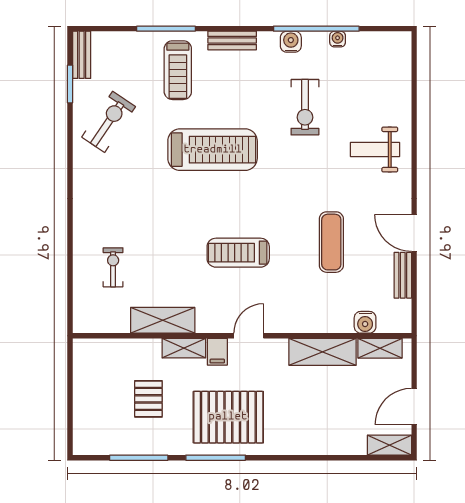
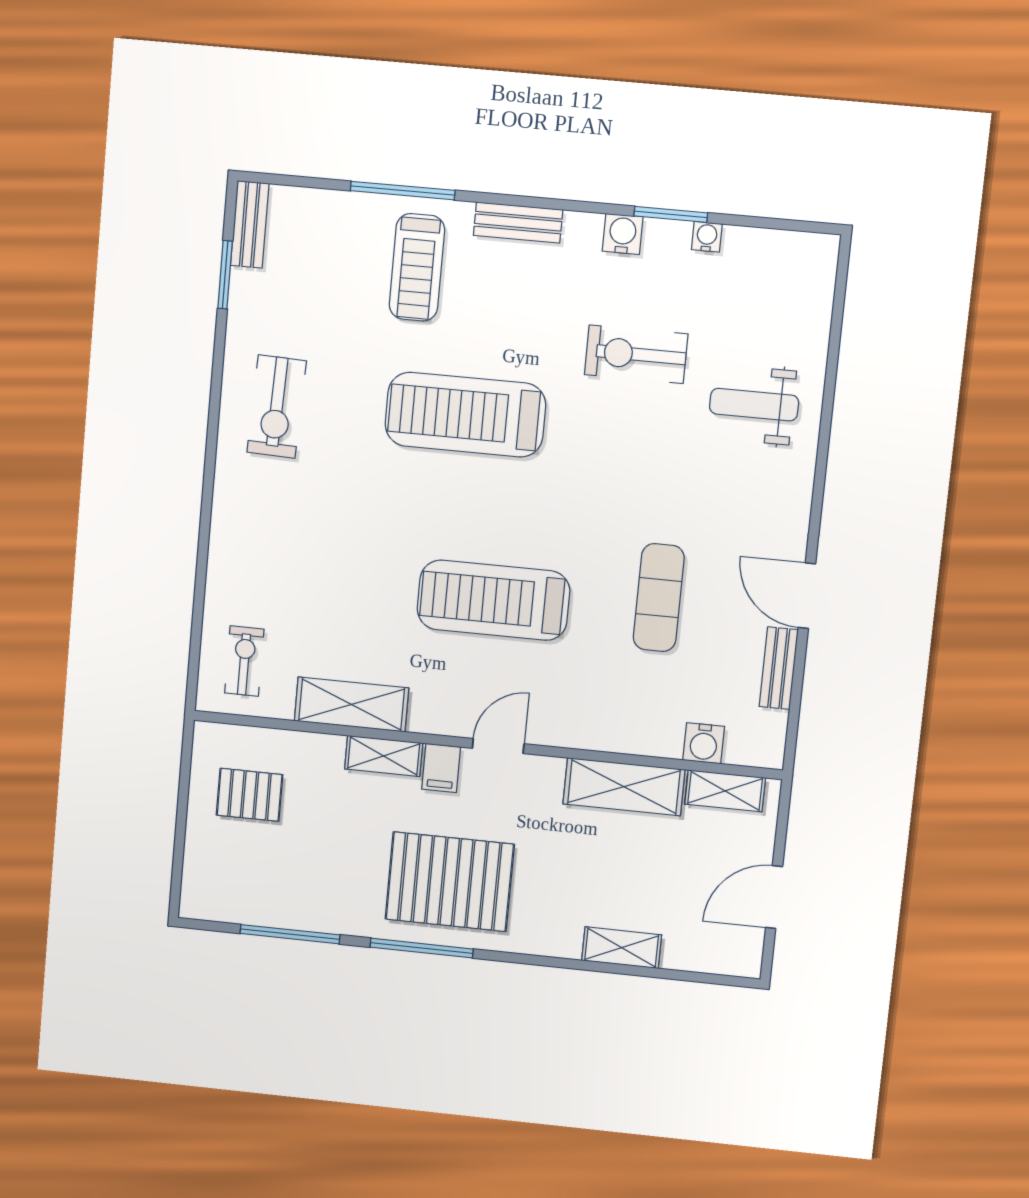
window: (316, 29) -> (671, 214), width x0.47
exercise bike: (305, 107) -> (636, 354), turned 90
exercise bike: (109, 122) -> (277, 407), moved, turned 148
treadmill: (213, 150) -> (465, 415), turned 180
weight bench: (375, 150) -> (754, 405), moved
treadmill: (238, 253) -> (493, 600), width x1.37, depth x1.38
exercise bike: (113, 267) -> (244, 661), moved
pallet: (148, 399) -> (250, 795), moved, turned 90
shelving: (389, 445) -> (622, 948), moved

